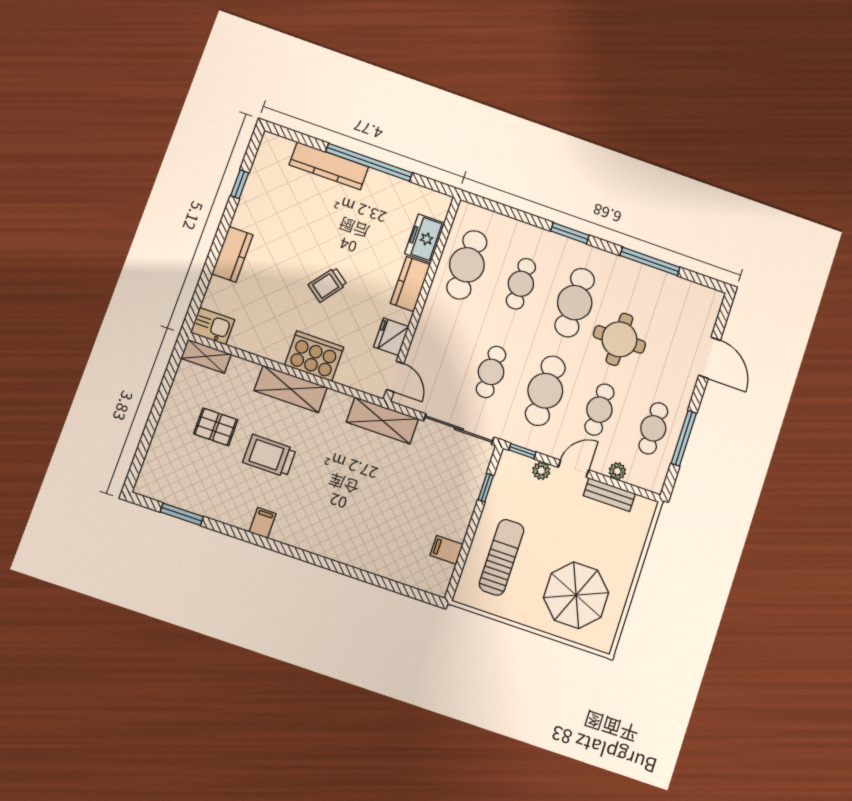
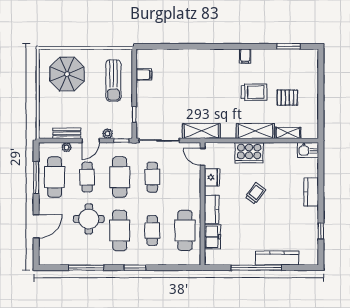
shelving: (206, 356) -> (288, 133), moved
door: (710, 358) -> (36, 226), swing flipped
cafe table: (653, 428) -> (55, 177), width x1.37, depth x1.35

